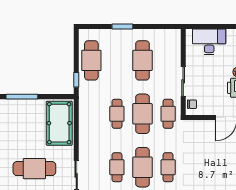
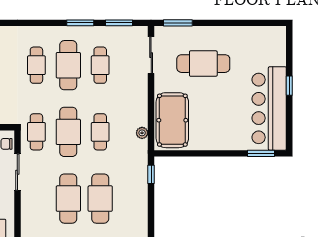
cafe table: (91, 60) -> (100, 199), moved
window: (22, 97) -> (219, 153), removed
plant: (83, 113) -> (142, 133), added

